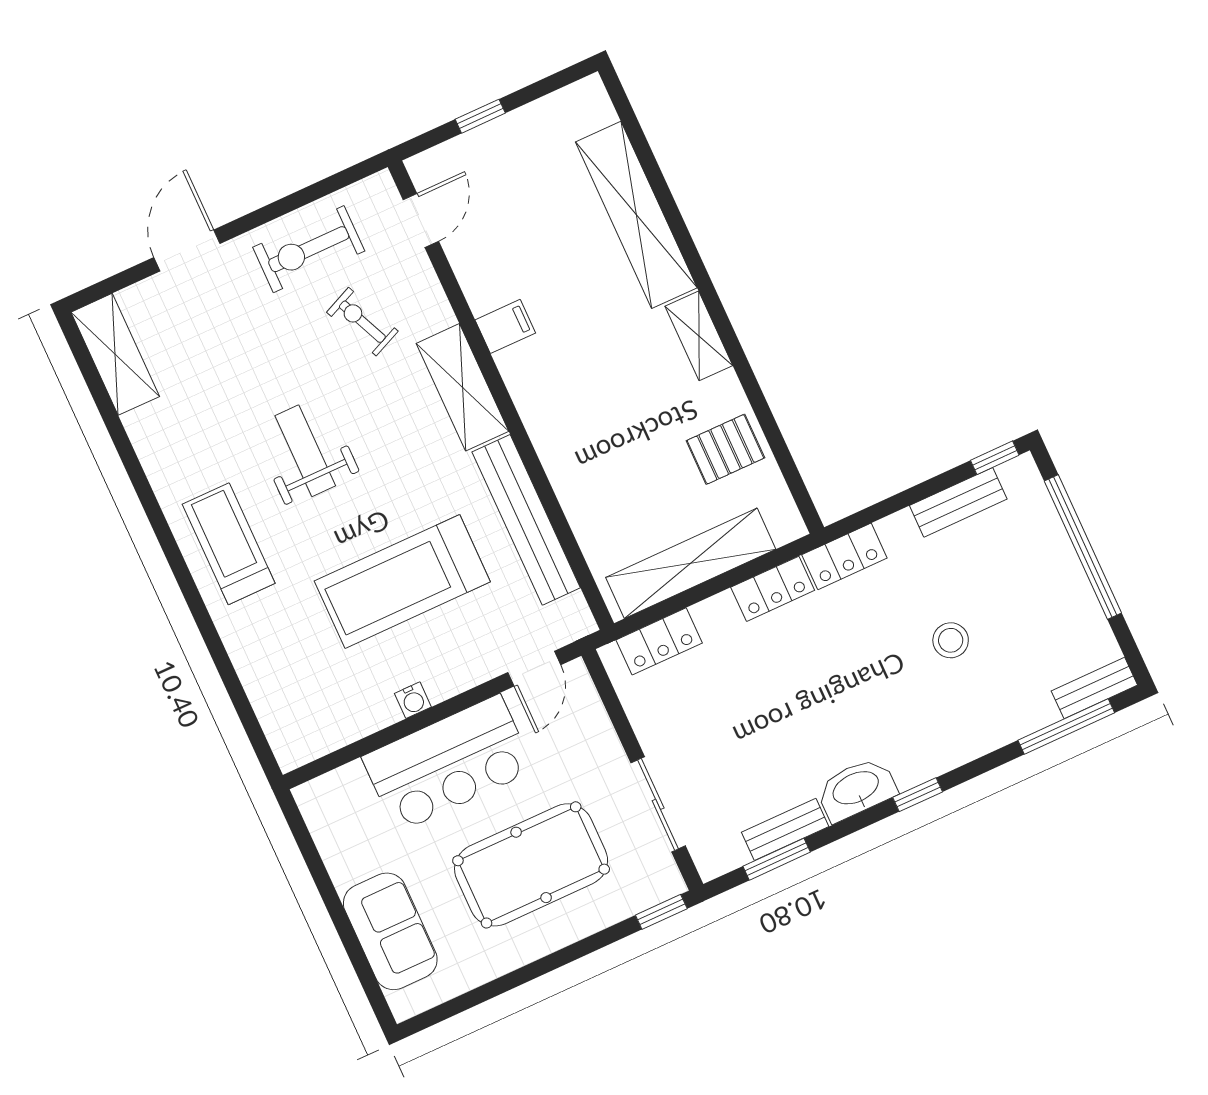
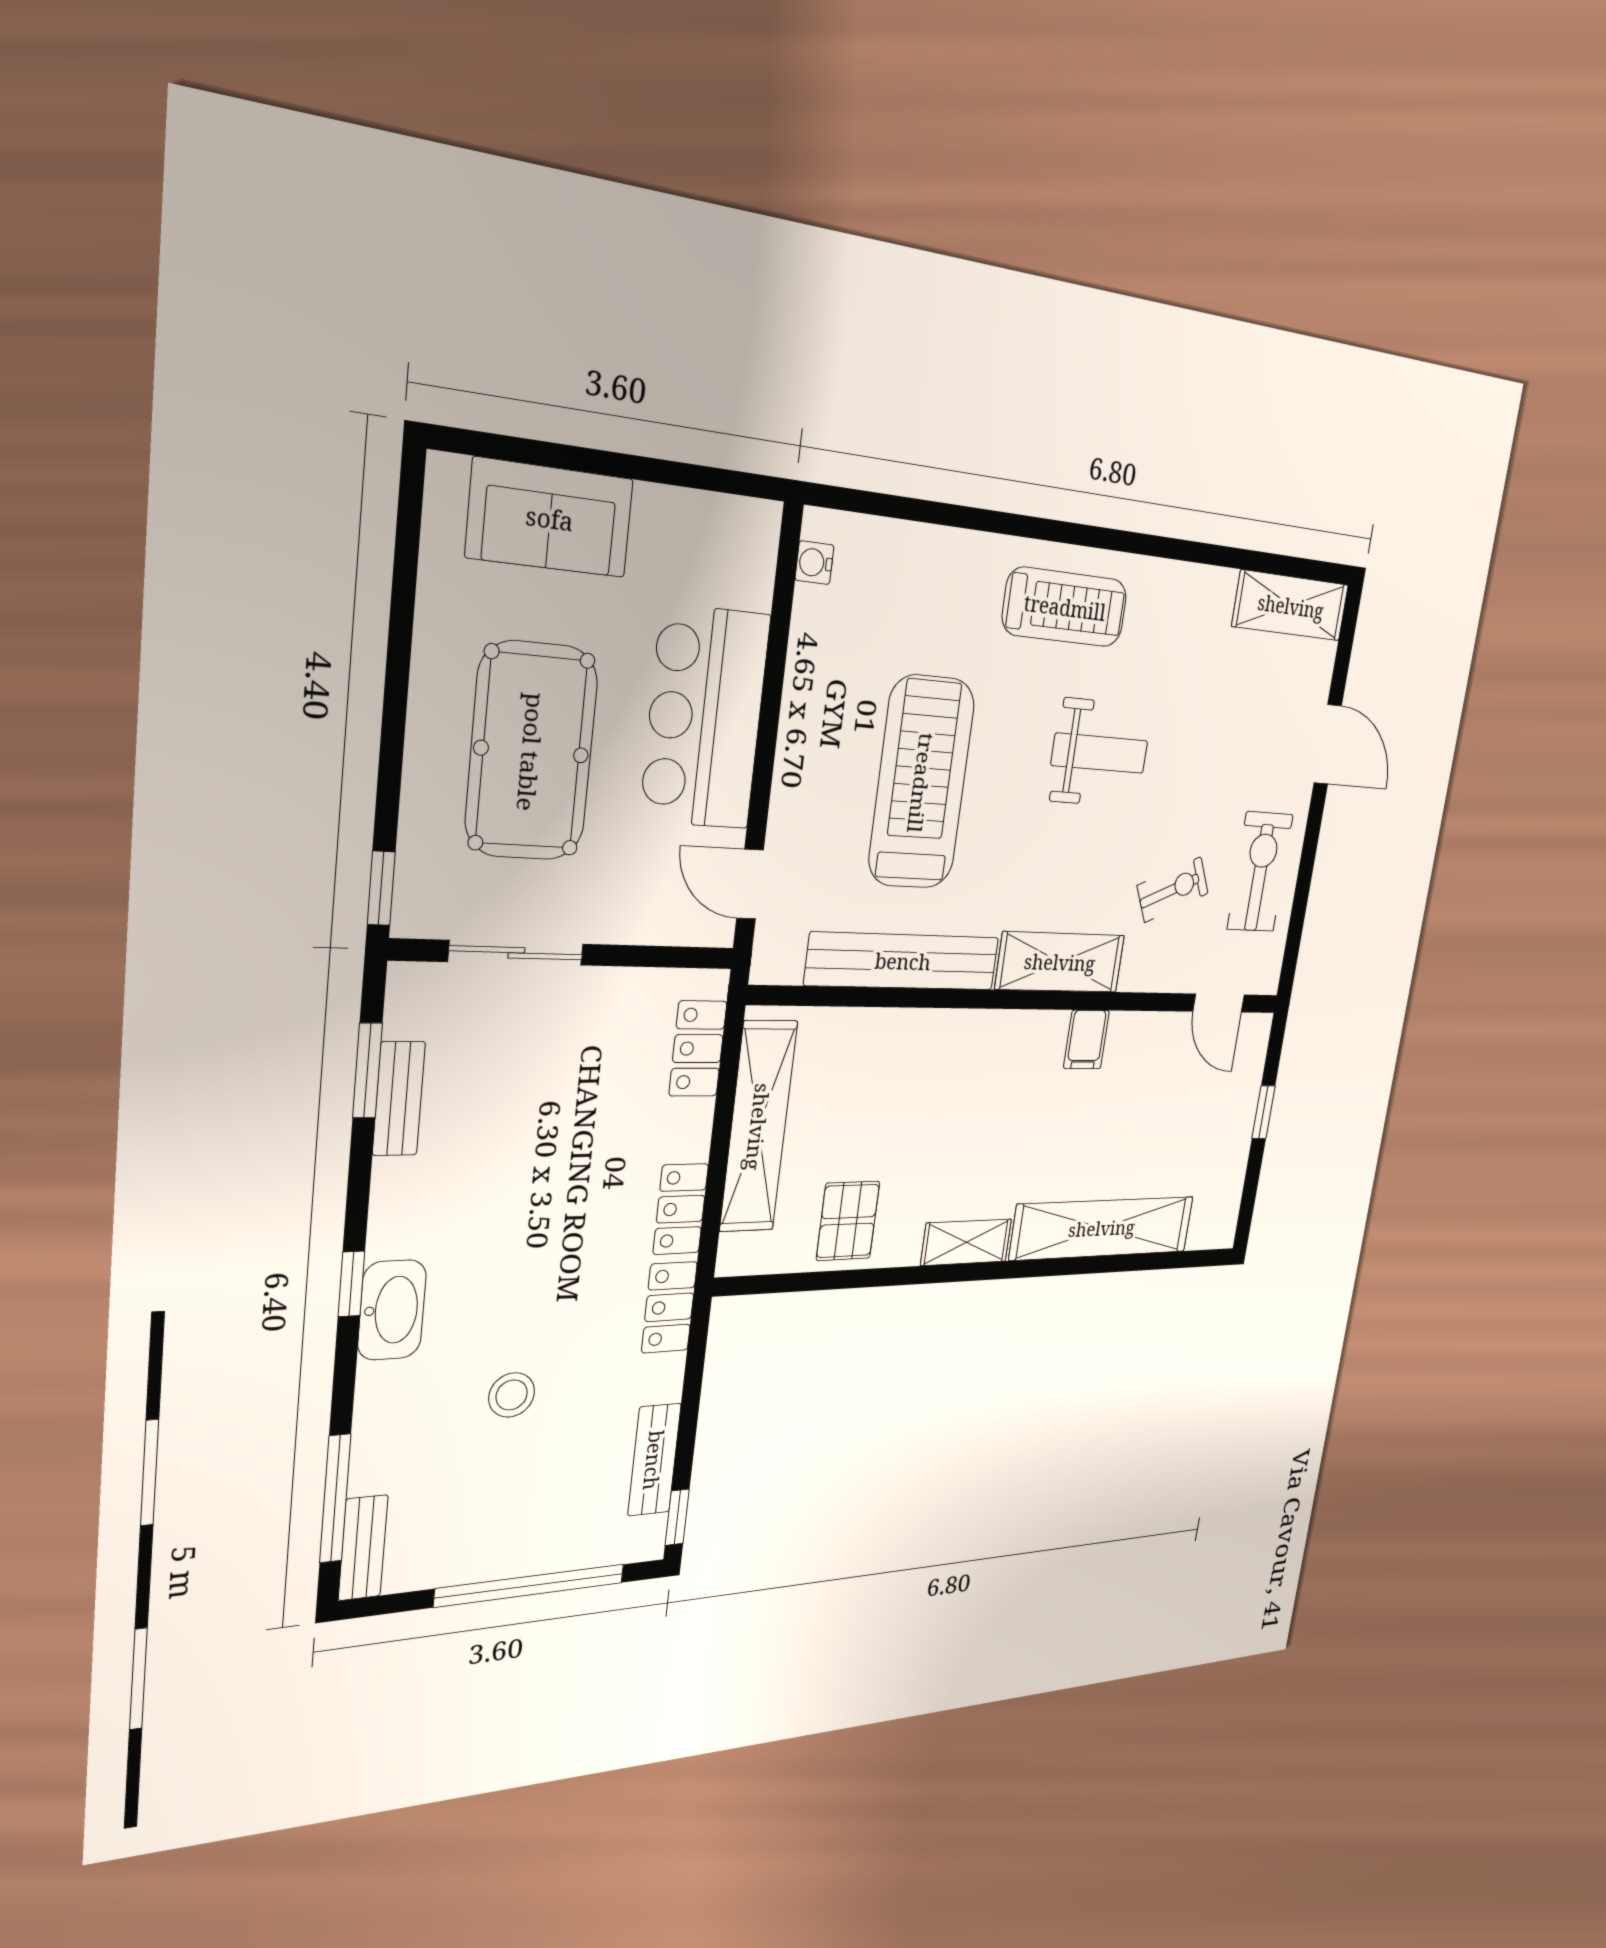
water cooler: (413, 700) -> (814, 563), moved
washbasin: (856, 789) -> (392, 1310), moved

